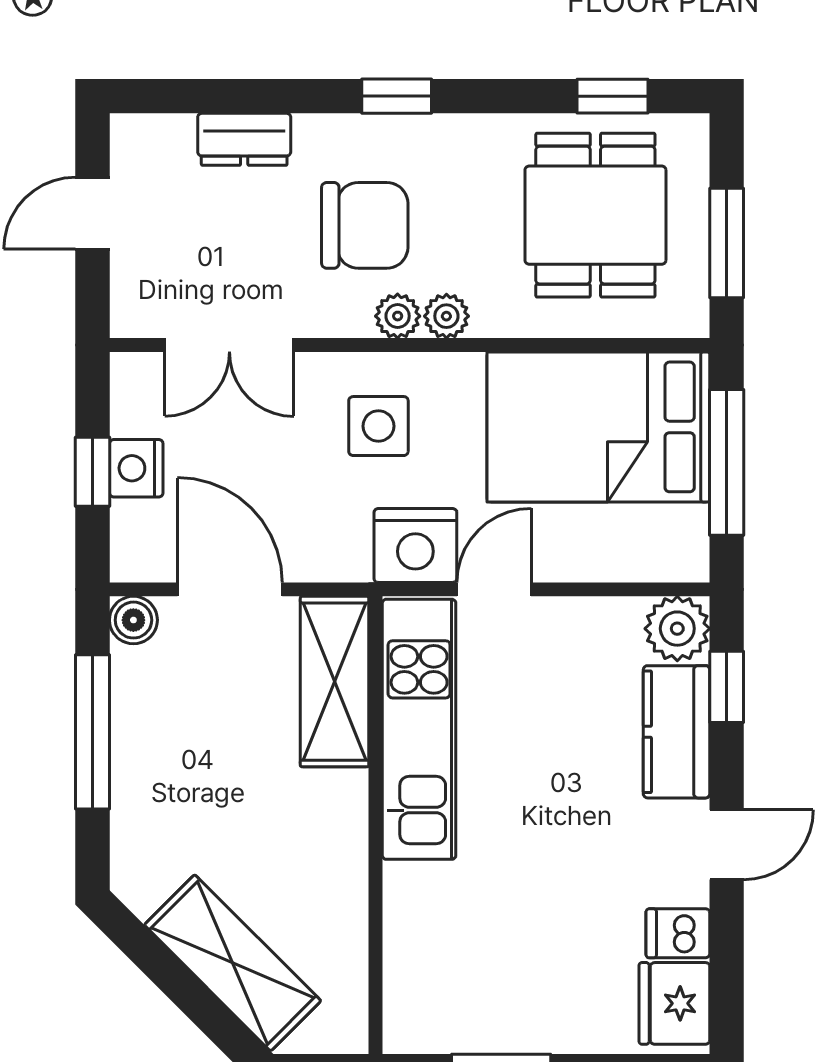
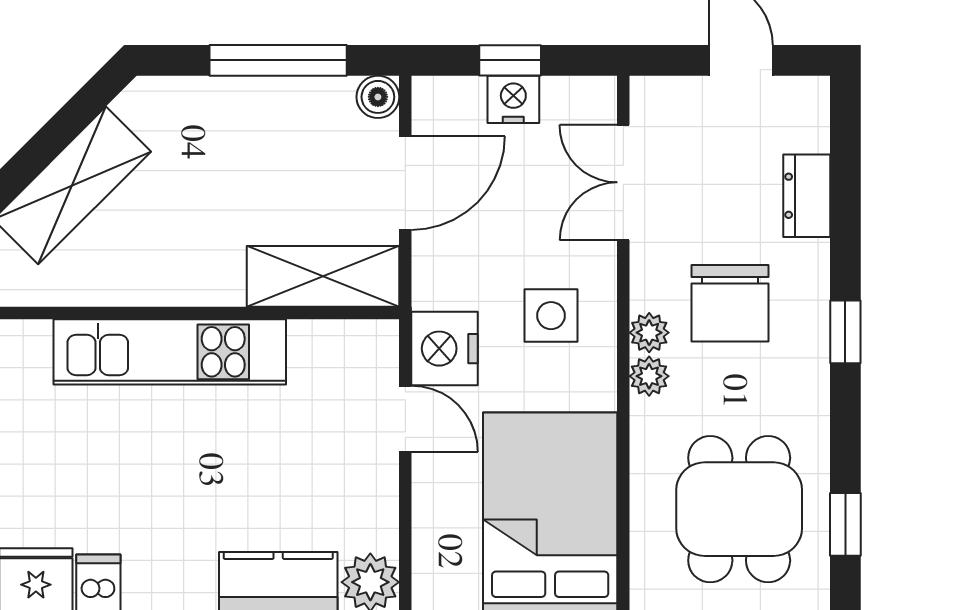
dining table: (595, 215) -> (739, 509), turned 90
kitchen unit: (419, 729) -> (170, 352), moved

